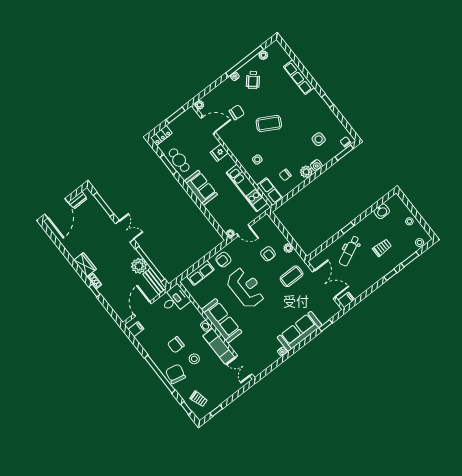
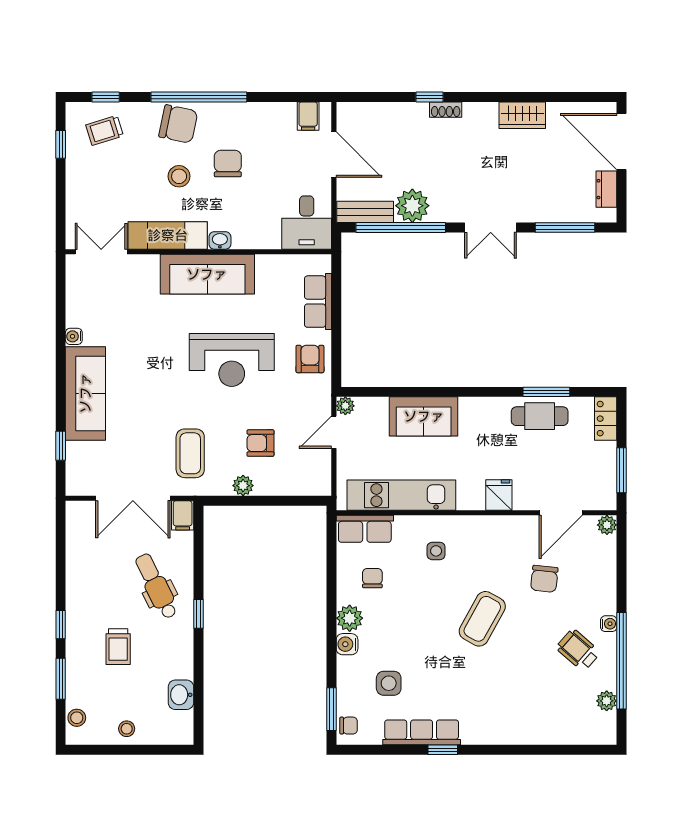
row of seats: (299, 77) -> (422, 732), moved
sofa: (201, 188) -> (424, 416), moved
wardrobe: (85, 265) -> (522, 115), moved
filing cabinet: (346, 300) -> (183, 515), moved

